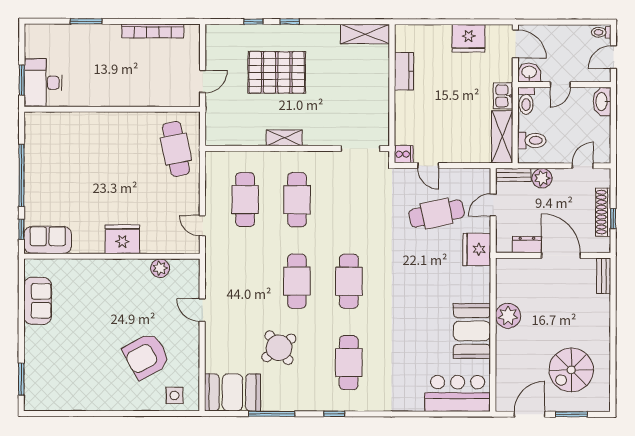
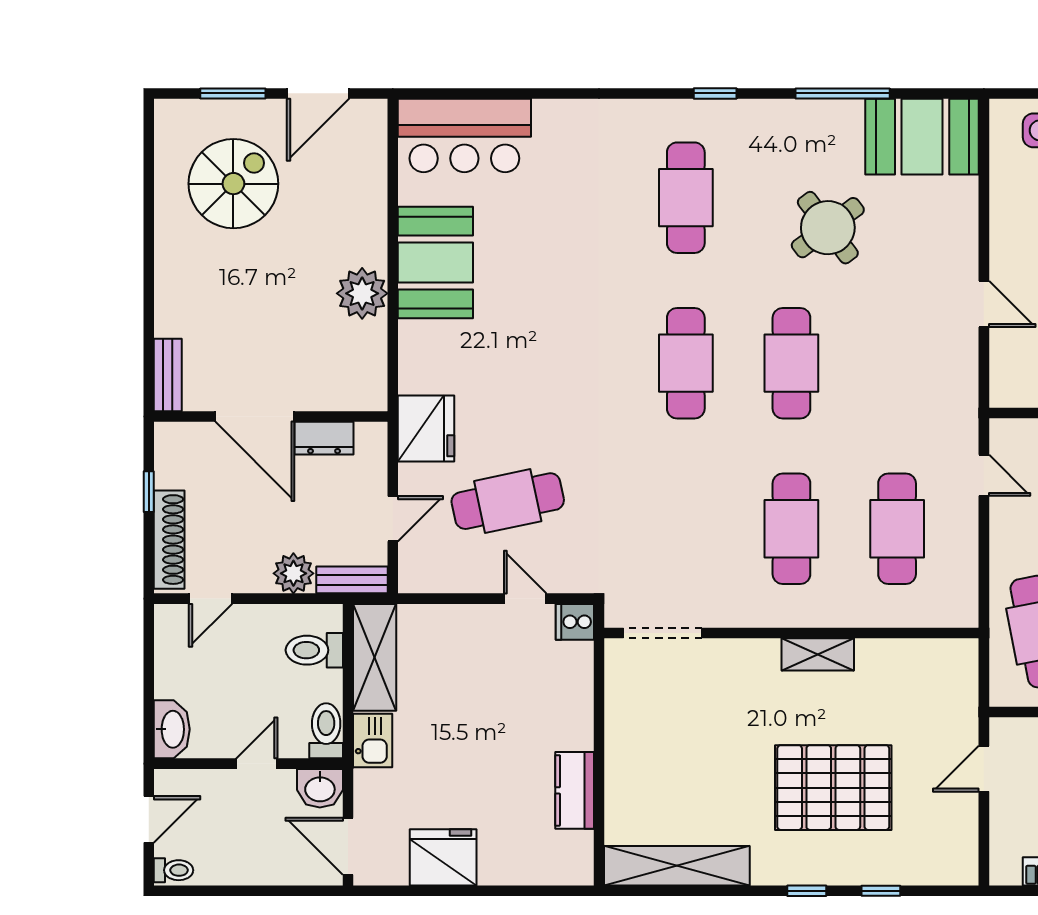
shelving: (365, 34) -> (677, 866), width x1.47
shoe rack: (603, 212) -> (169, 540), moved

